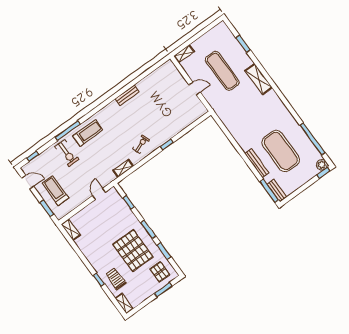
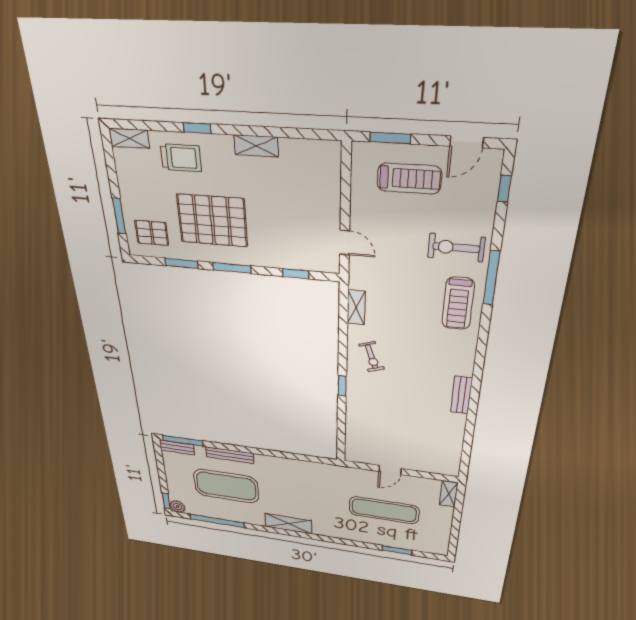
shelving: (259, 79) -> (288, 524), moved
shelving: (71, 230) -> (256, 146), moved

